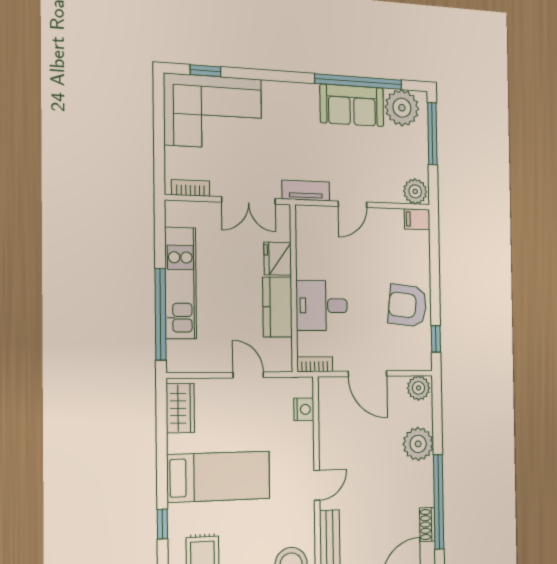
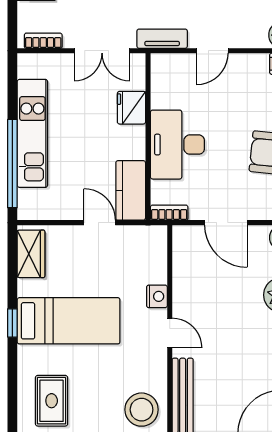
desk: (322, 306) -> (177, 145), width x1.37
kitchen counter: (277, 307) -> (131, 190), moved
nightstand: (304, 409) -> (157, 296), moved
door: (317, 485) -> (170, 333), hinge flipped
window: (162, 524) -> (12, 323), moved

